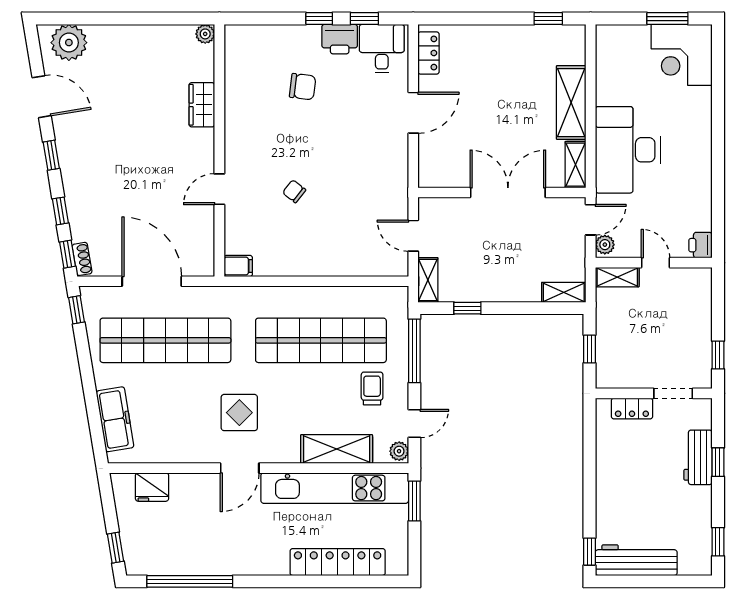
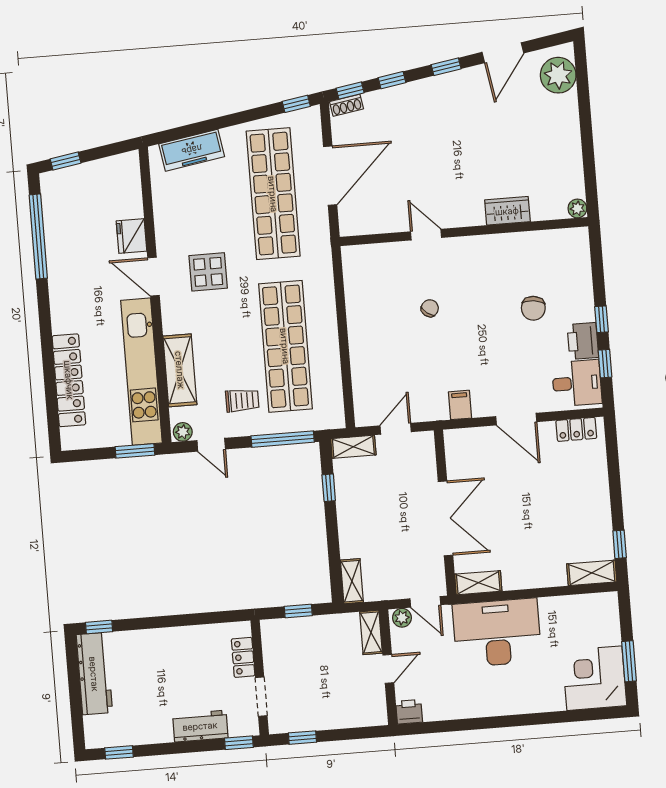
shelving: (571, 103) -> (592, 573), moved, width x0.67, depth x0.75
filing cabinet: (238, 266) -> (460, 405), moved, turned 180
window: (718, 462) -> (239, 743), moved
fridge: (152, 487) -> (132, 236), moved

